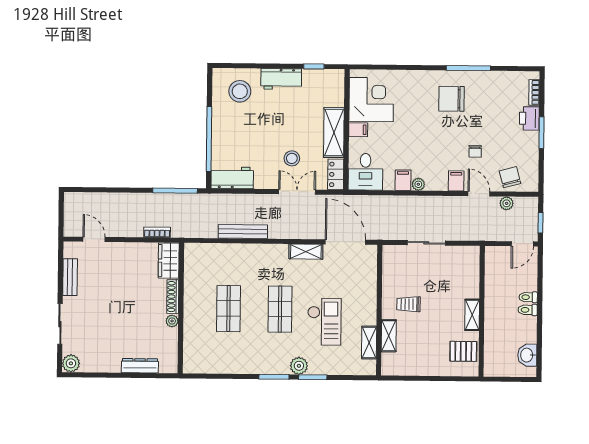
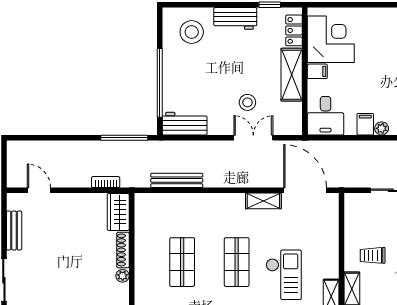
locker: (336, 174) -> (294, 30), moved
bench: (243, 232) -> (177, 180), moved

